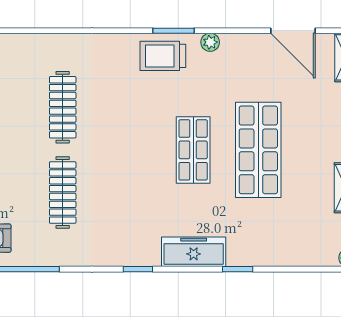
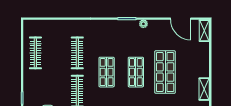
trolley: (163, 56) -> (122, 30), removed
shop shelf: (128, 150) -> (107, 72), added

